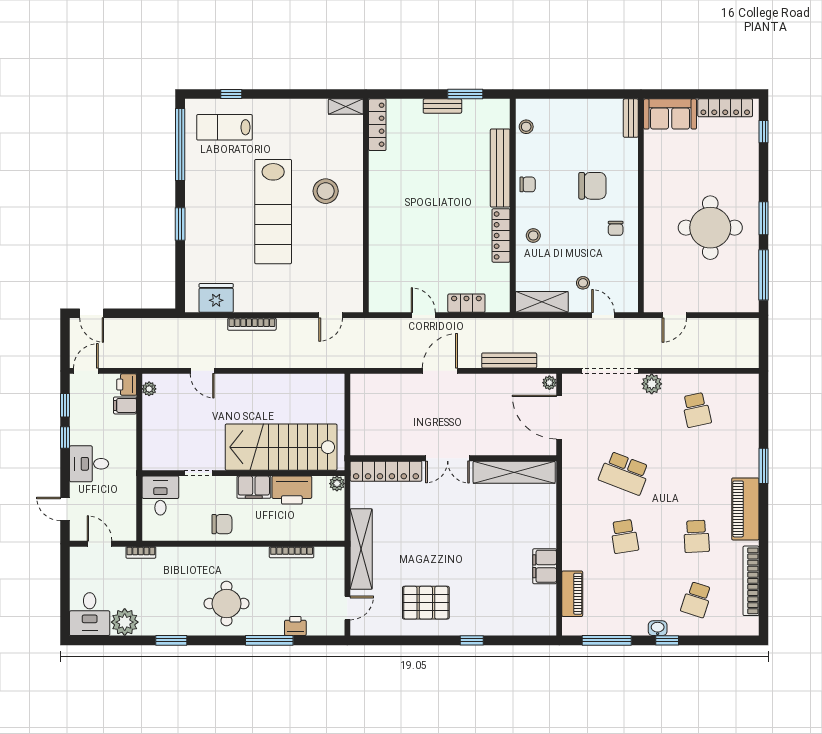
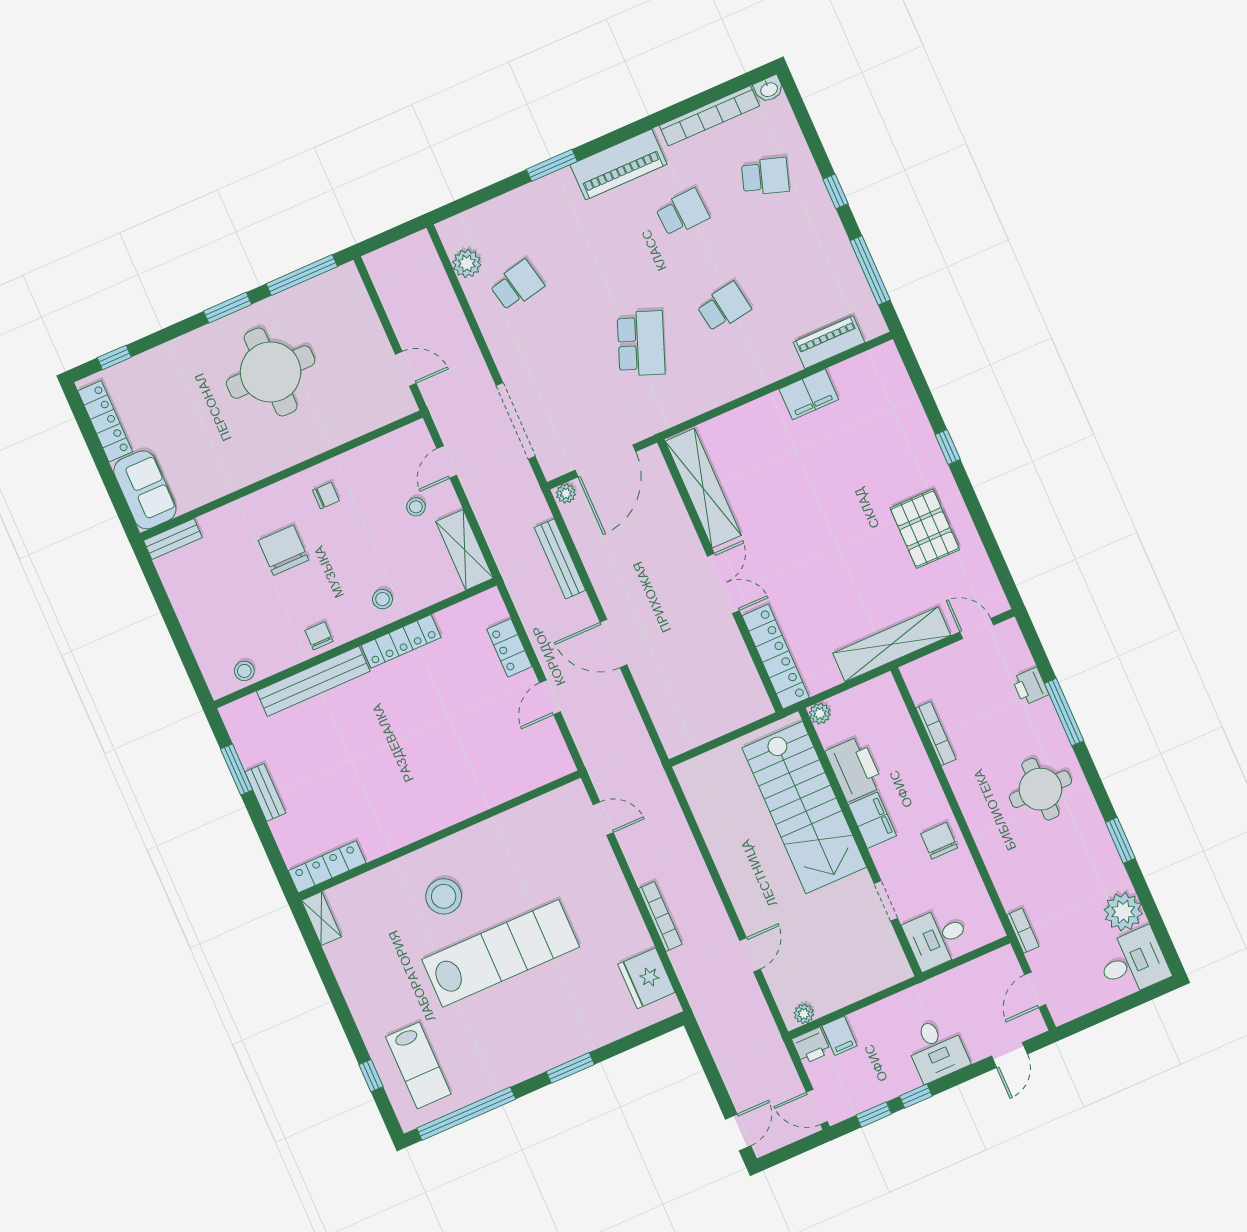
plant: (652, 384) -> (467, 263), moved
washbasin: (658, 628) -> (769, 89), moved, turned -90

